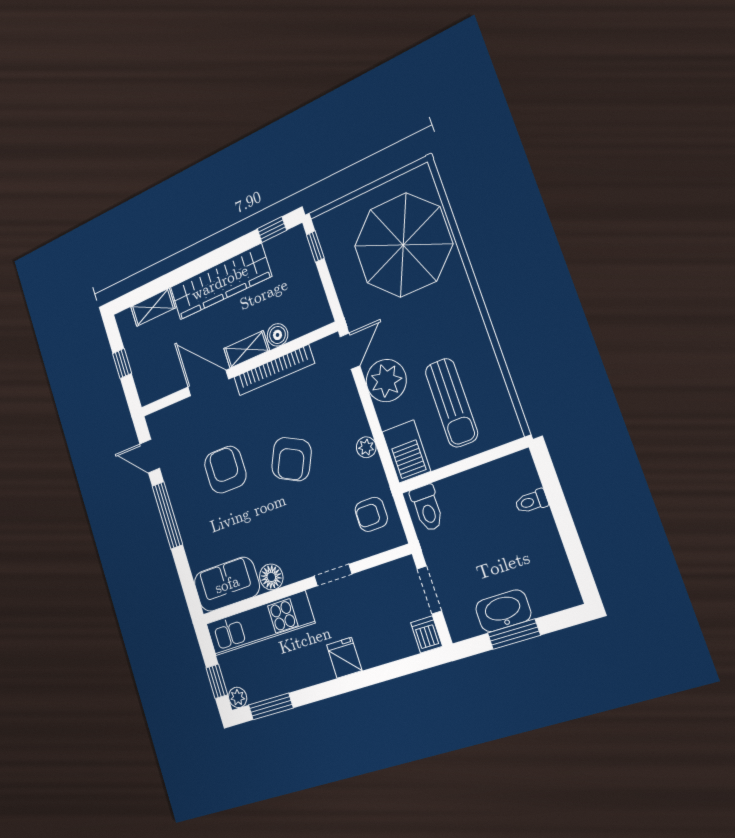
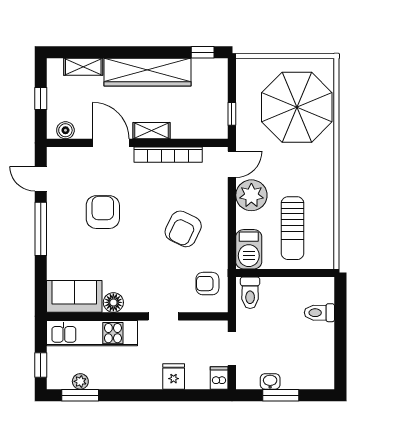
window: (315, 247) -> (232, 114), moved
boiler: (278, 335) -> (65, 130), moved
plant: (366, 447) -> (220, 236), removed
armchair: (291, 459) -> (183, 229), moved
toilet: (531, 501) -> (319, 313), width x1.37, depth x1.39
washbasin: (503, 611) -> (270, 381), width x0.52, depth x0.69
fridge: (344, 658) -> (174, 377), moved
plant: (238, 697) -> (80, 381), moved

